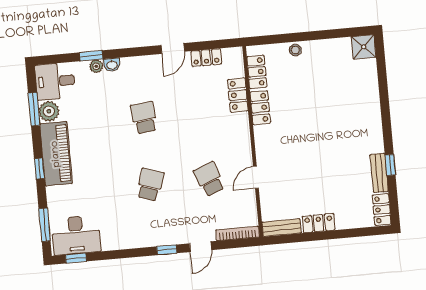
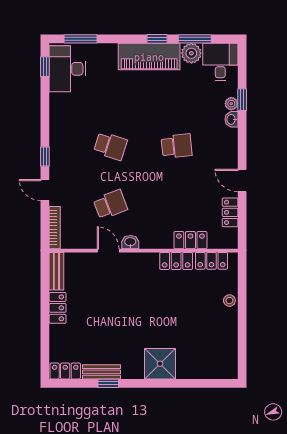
shower: (364, 47) -> (160, 364), moved, width x1.36, depth x1.36
washbasin: (245, 156) -> (130, 242), added
window: (39, 169) -> (157, 39), moved

